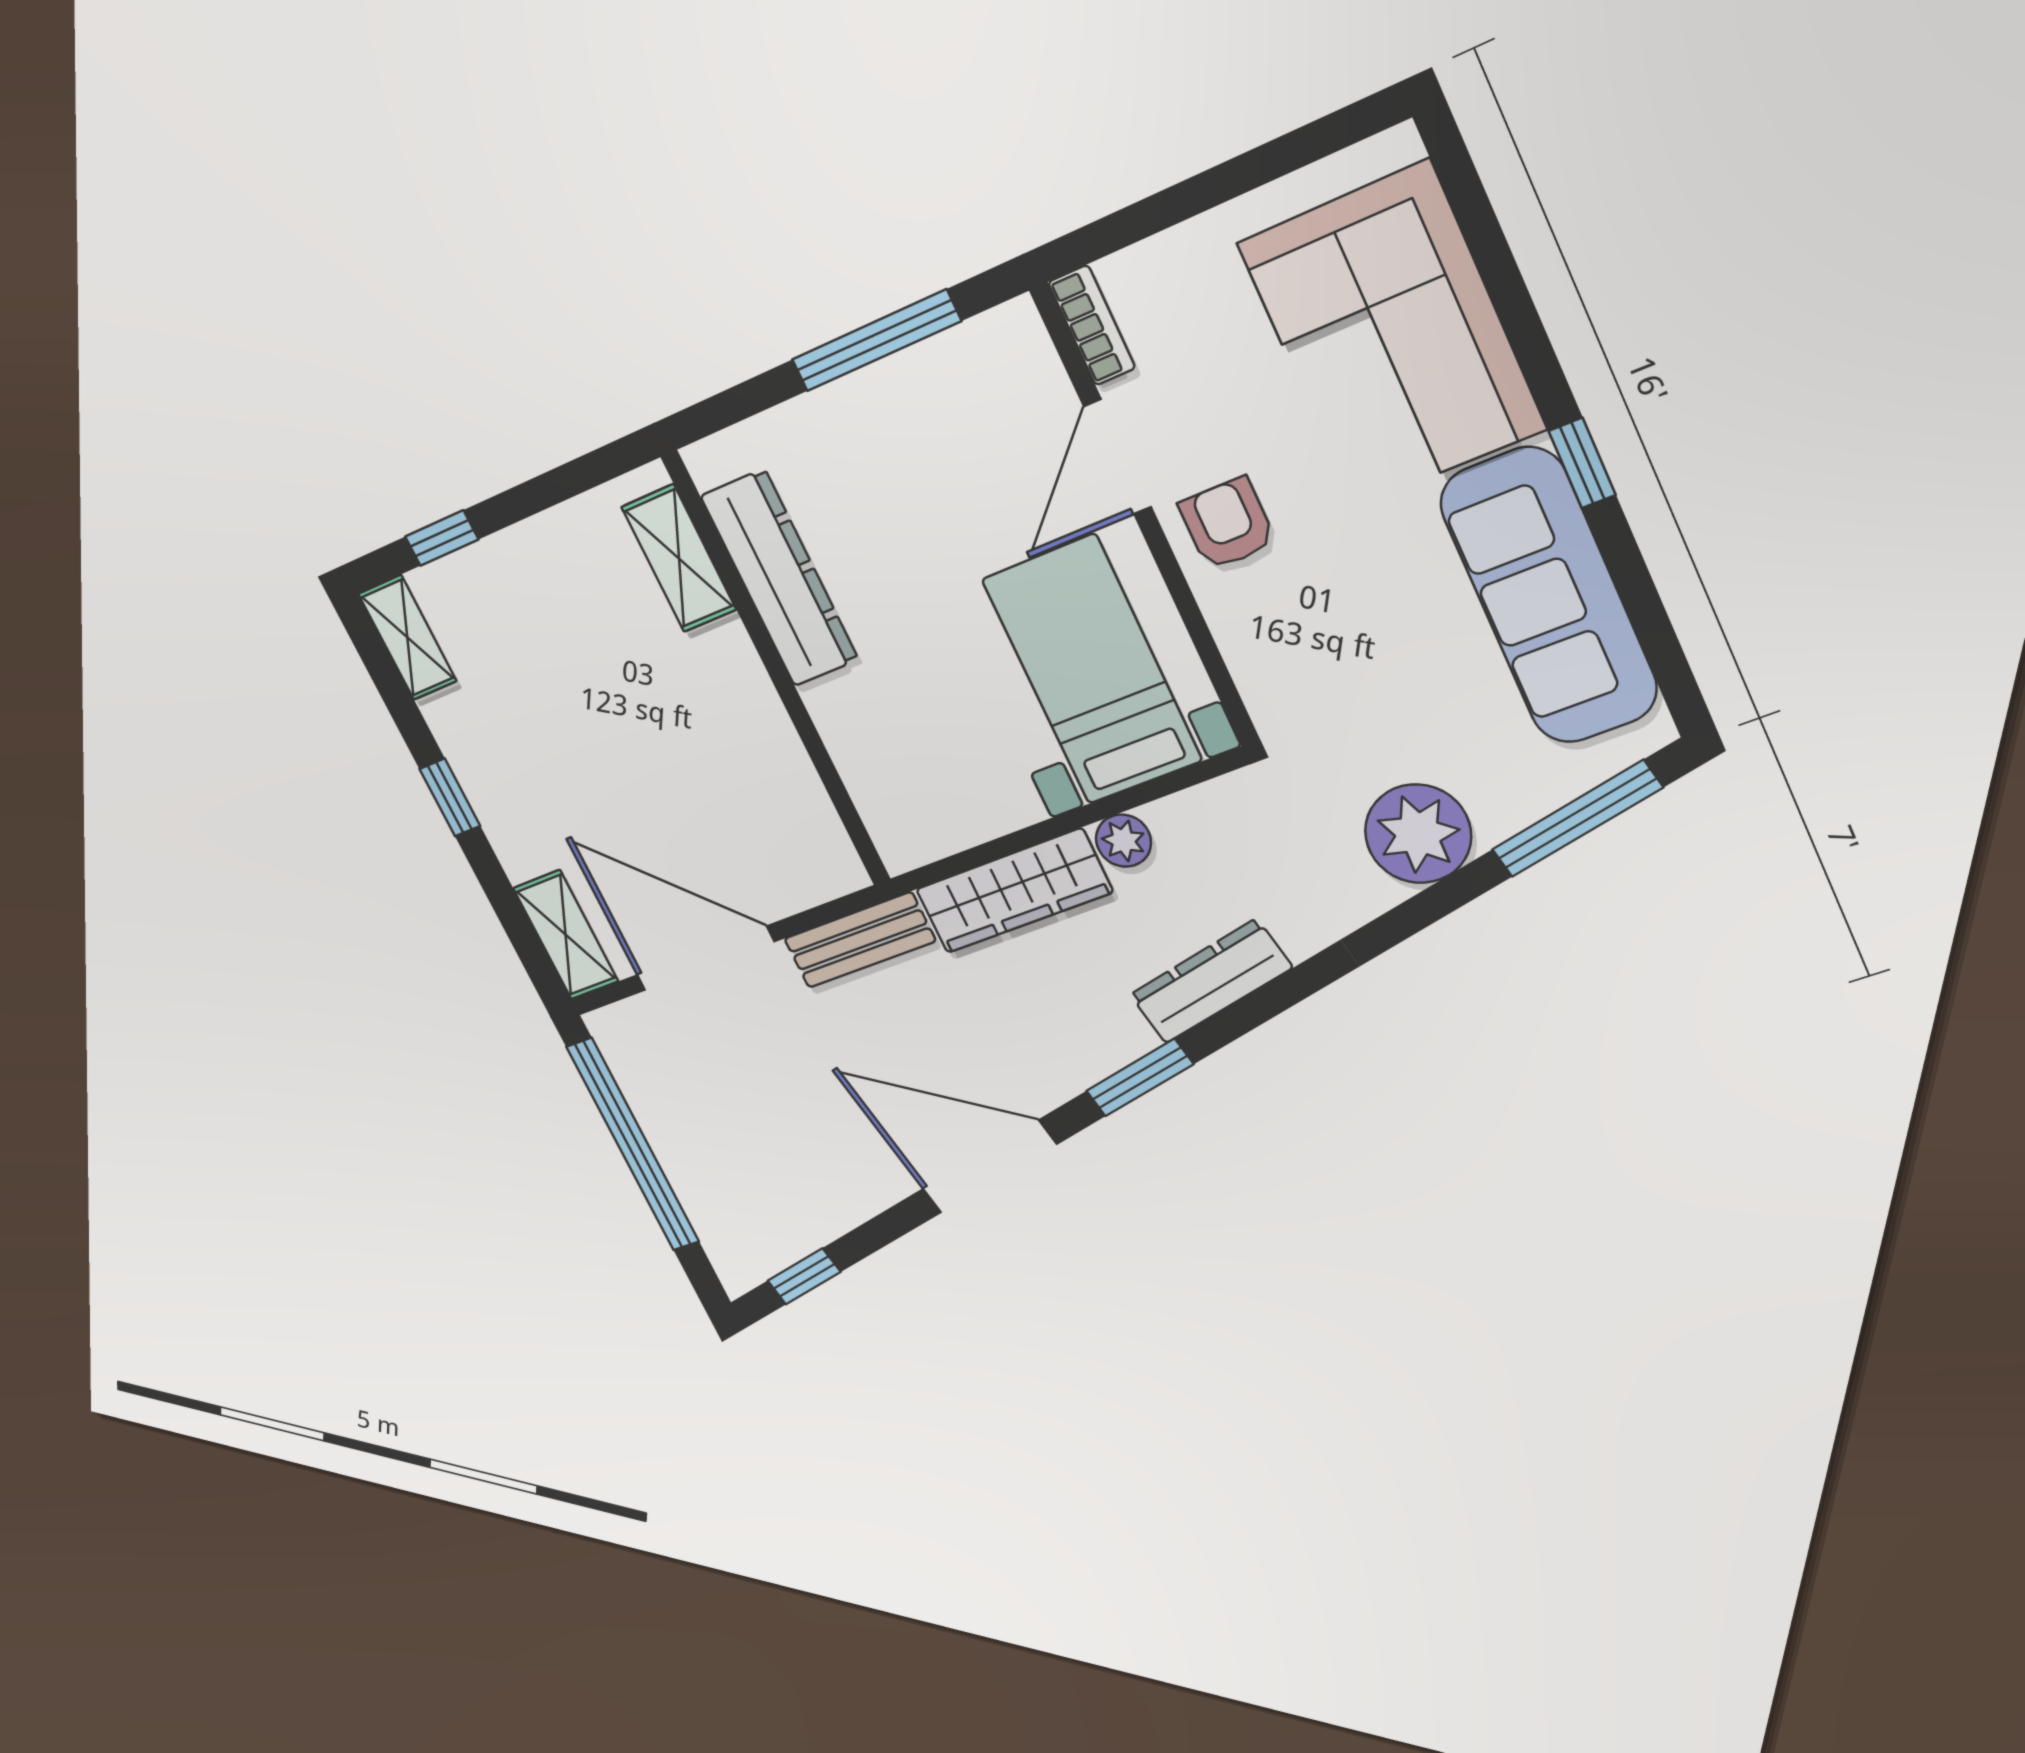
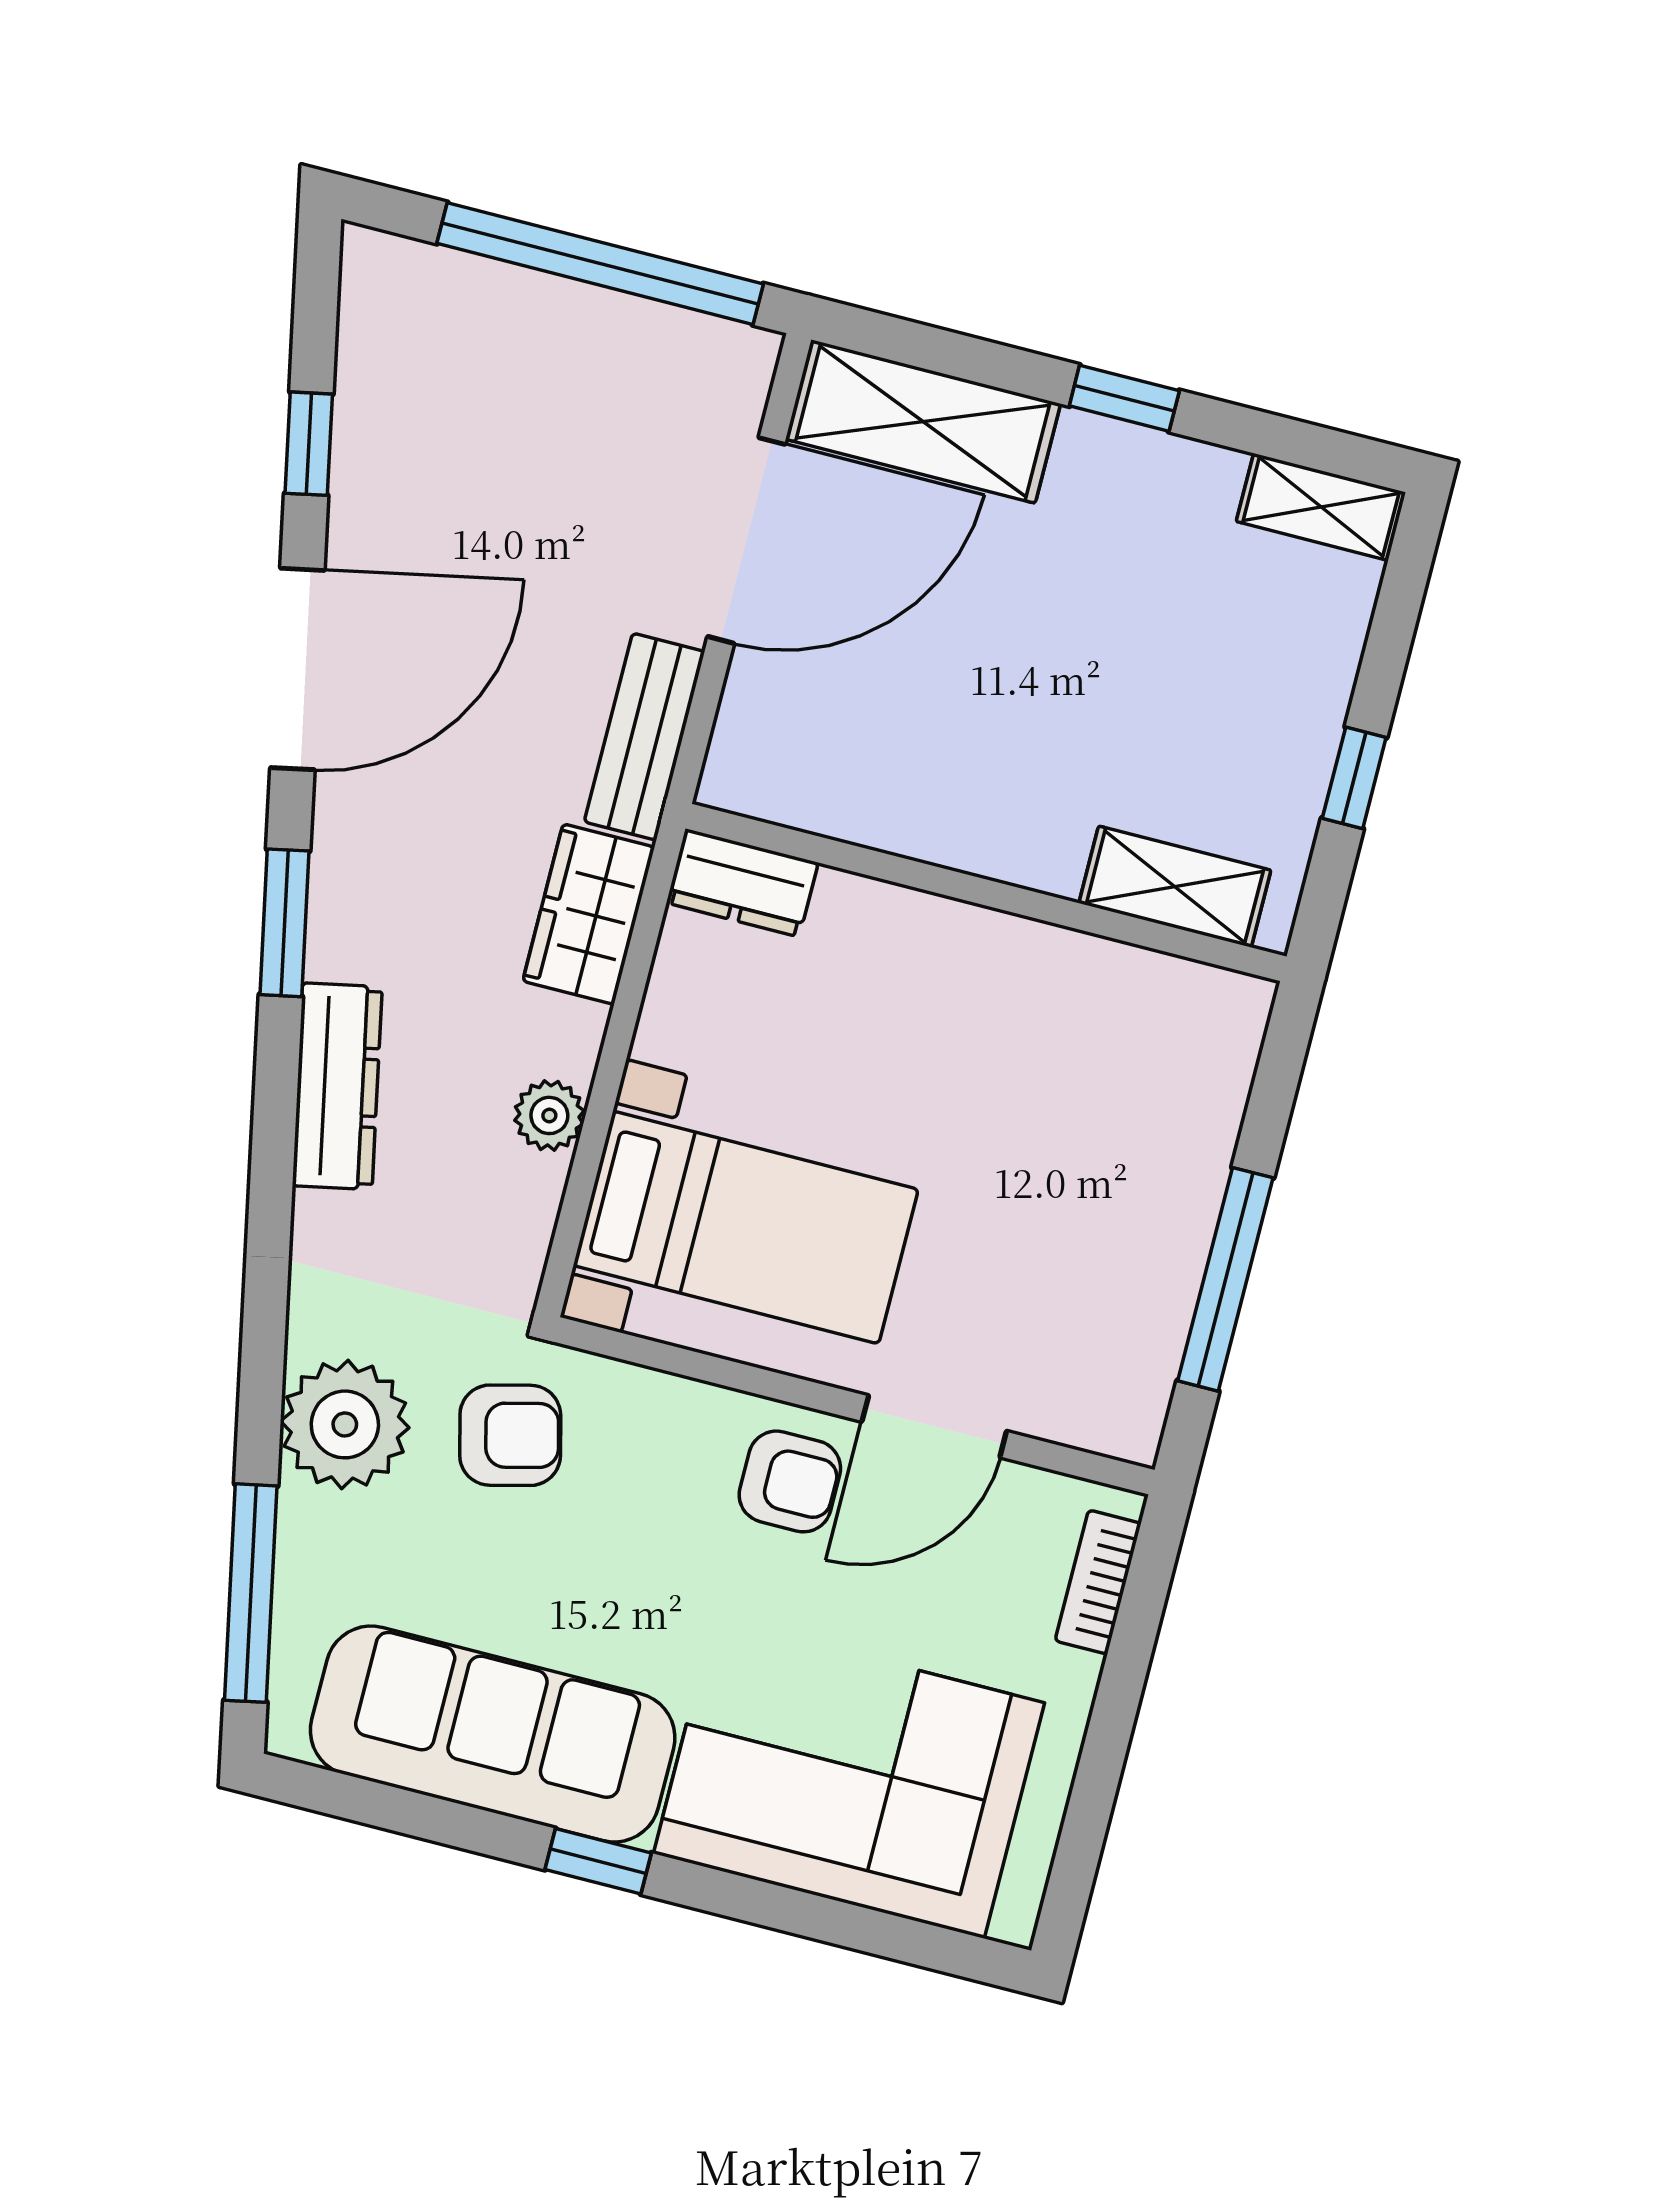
bookcase: (1092, 325) -> (1098, 1582), moved, turned 90
door: (1118, 457) -> (934, 1426), swing flipped
window: (442, 538) -> (1354, 778), moved
dresser: (780, 578) -> (742, 883), moved, width x0.51, depth x0.80
armchair: (1341, 725) -> (510, 1435), added
wardrobe: (1014, 891) -> (589, 914), width x0.67
shelving: (566, 935) -> (923, 421), width x1.50, depth x1.33
window: (804, 1276) -> (309, 444), moved

